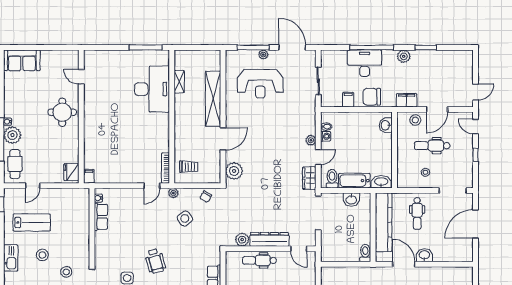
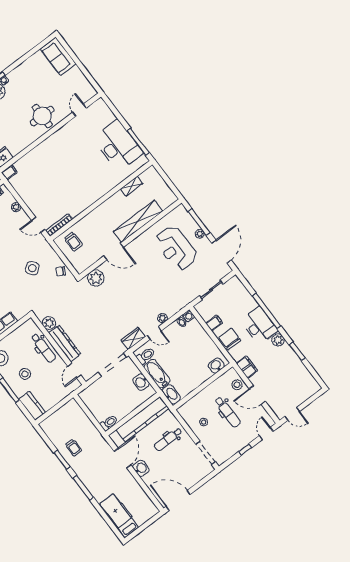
desk: (365, 63) -> (259, 326), moved
desk: (152, 89) -> (118, 146), moved, turned -90
washing machine: (326, 136) -> (188, 316), moved
dental chair: (432, 146) -> (227, 412), turned 180
plant: (173, 193) -> (16, 207), moved
door: (475, 224) -> (178, 500), moved
dental chair: (259, 260) -> (43, 348), turned 180

